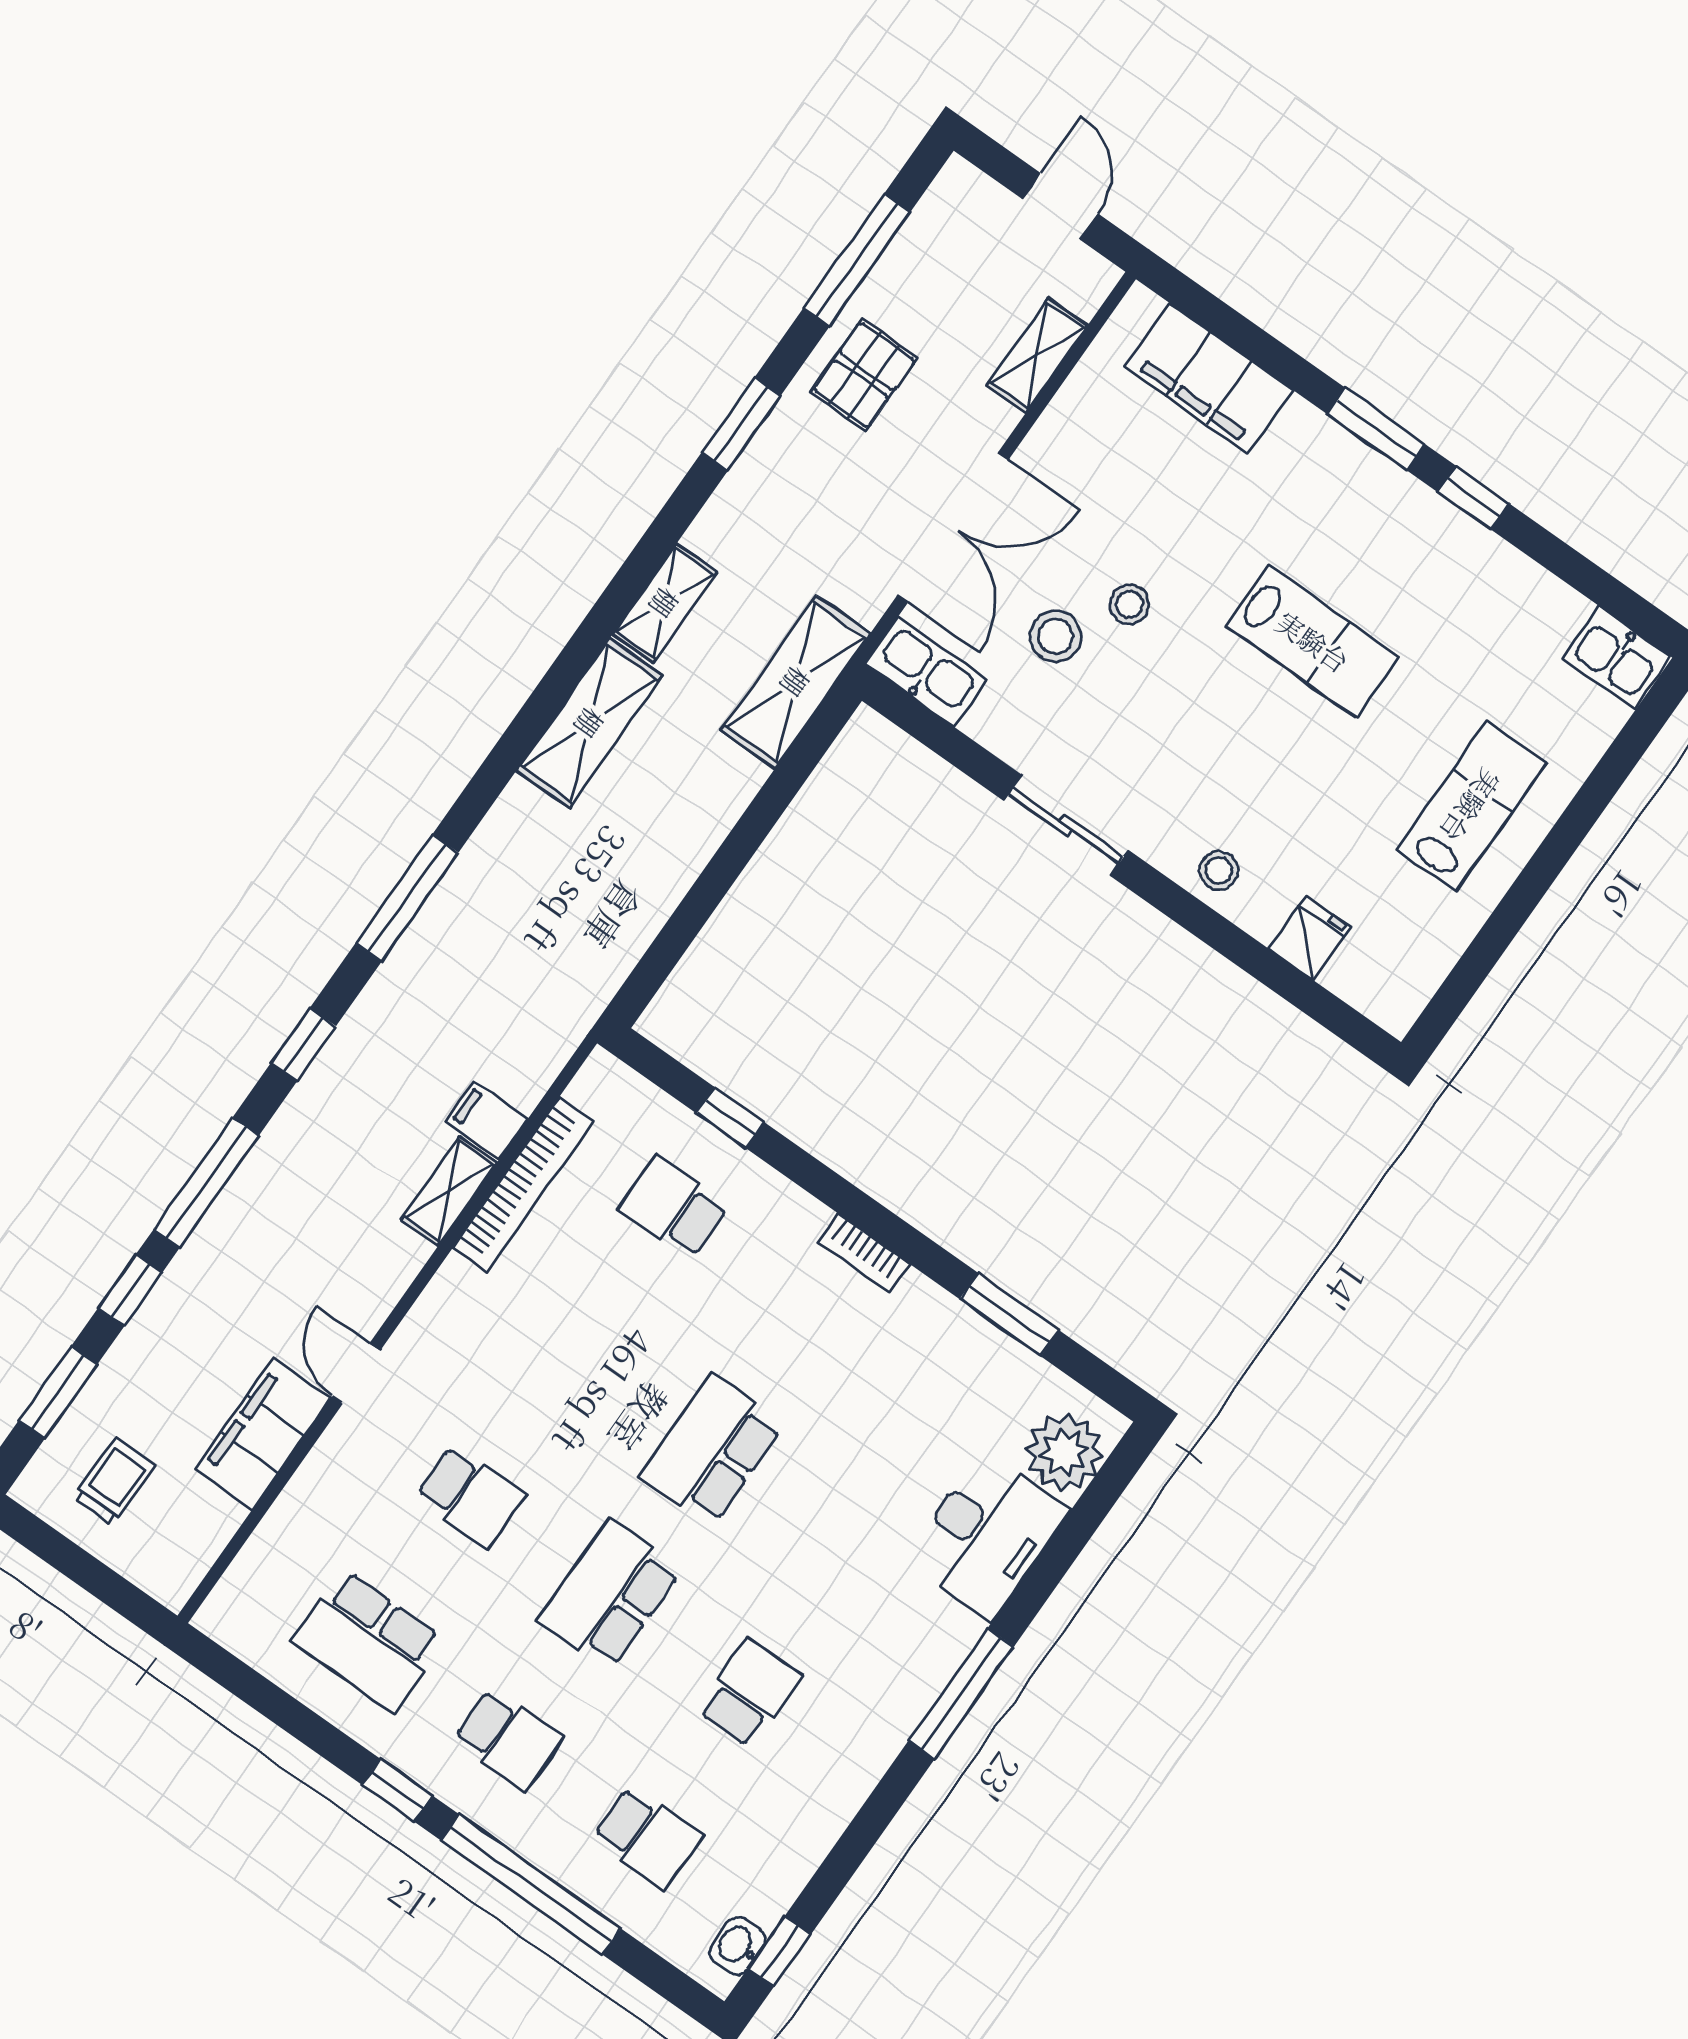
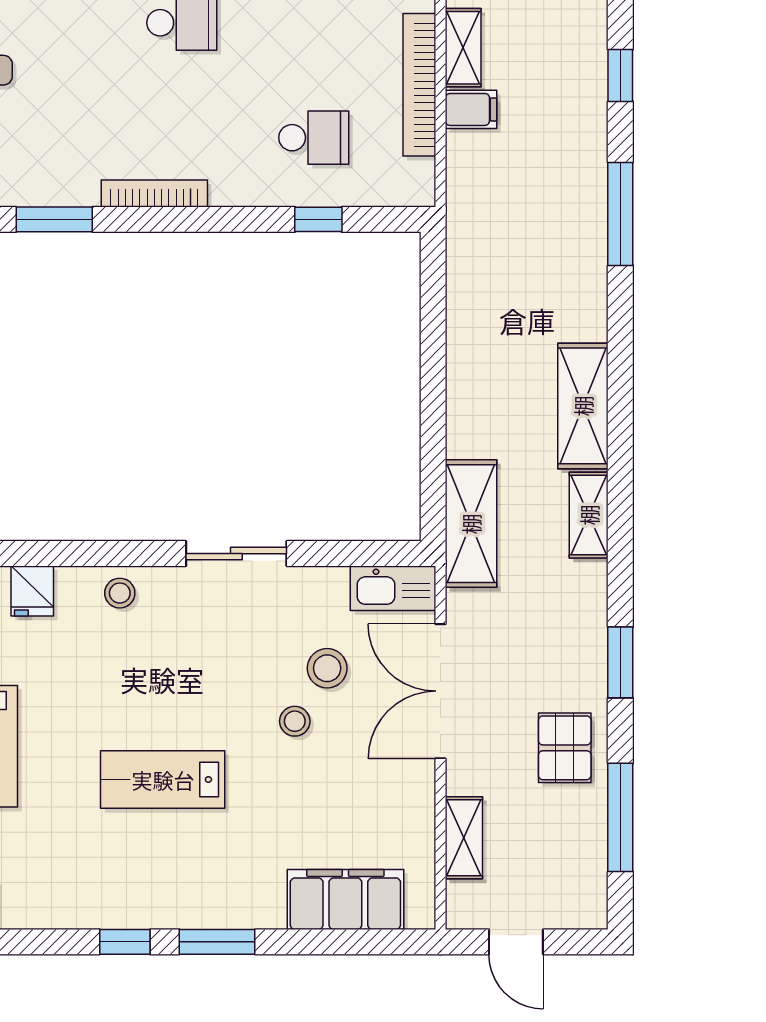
bookcase: (864, 1253) -> (154, 193), width x1.56

